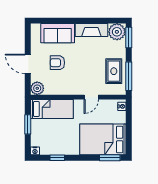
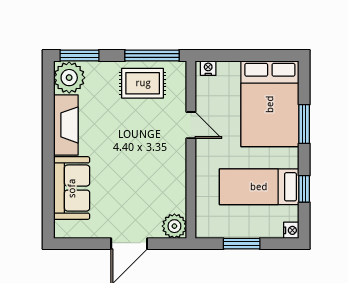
armchair: (57, 63) -> (127, 188), removed
bed: (52, 109) -> (259, 187), moved, turned -90
window: (110, 158) -> (304, 124), moved

